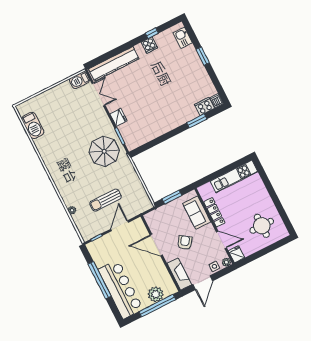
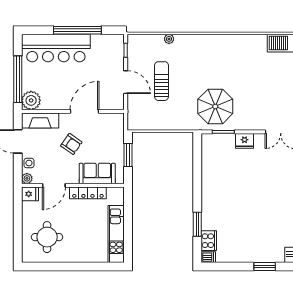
plant: (156, 294) -> (31, 100), moved

